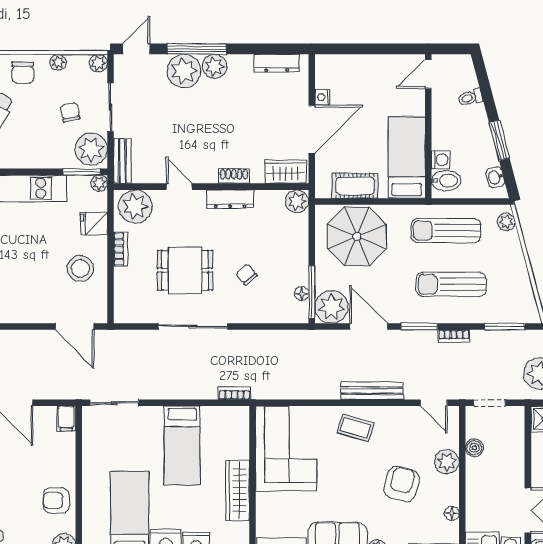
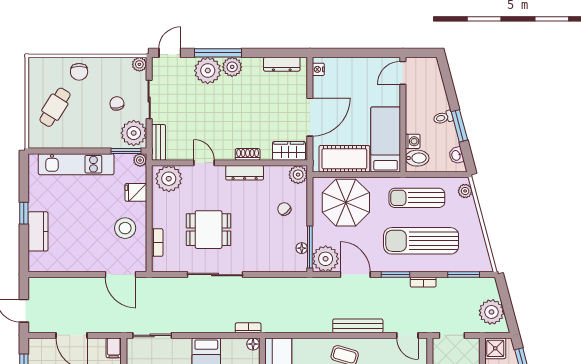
plant: (58, 62) -> (107, 64), removed
nightstand: (322, 97) -> (318, 69), moved
toilet: (470, 98) -> (443, 118), moved
cot: (355, 186) -> (344, 159), width x1.37, depth x1.34
bookcase: (121, 249) -> (157, 243), moved
chair: (246, 275) -> (284, 209), moved
sun lounger: (451, 284) -> (421, 241), width x1.36, depth x1.34
floor lamp: (241, 414) -> (253, 344), added

